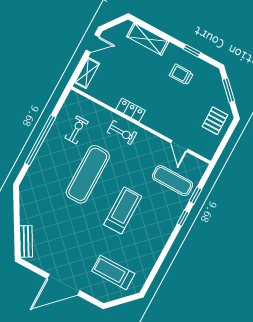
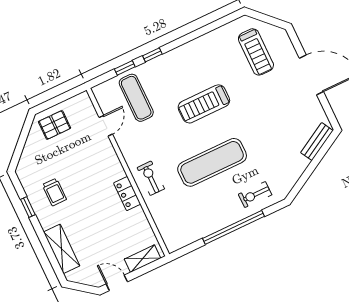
window: (228, 90) -> (21, 144), removed
exercise bike: (77, 130) -> (255, 195), moved

